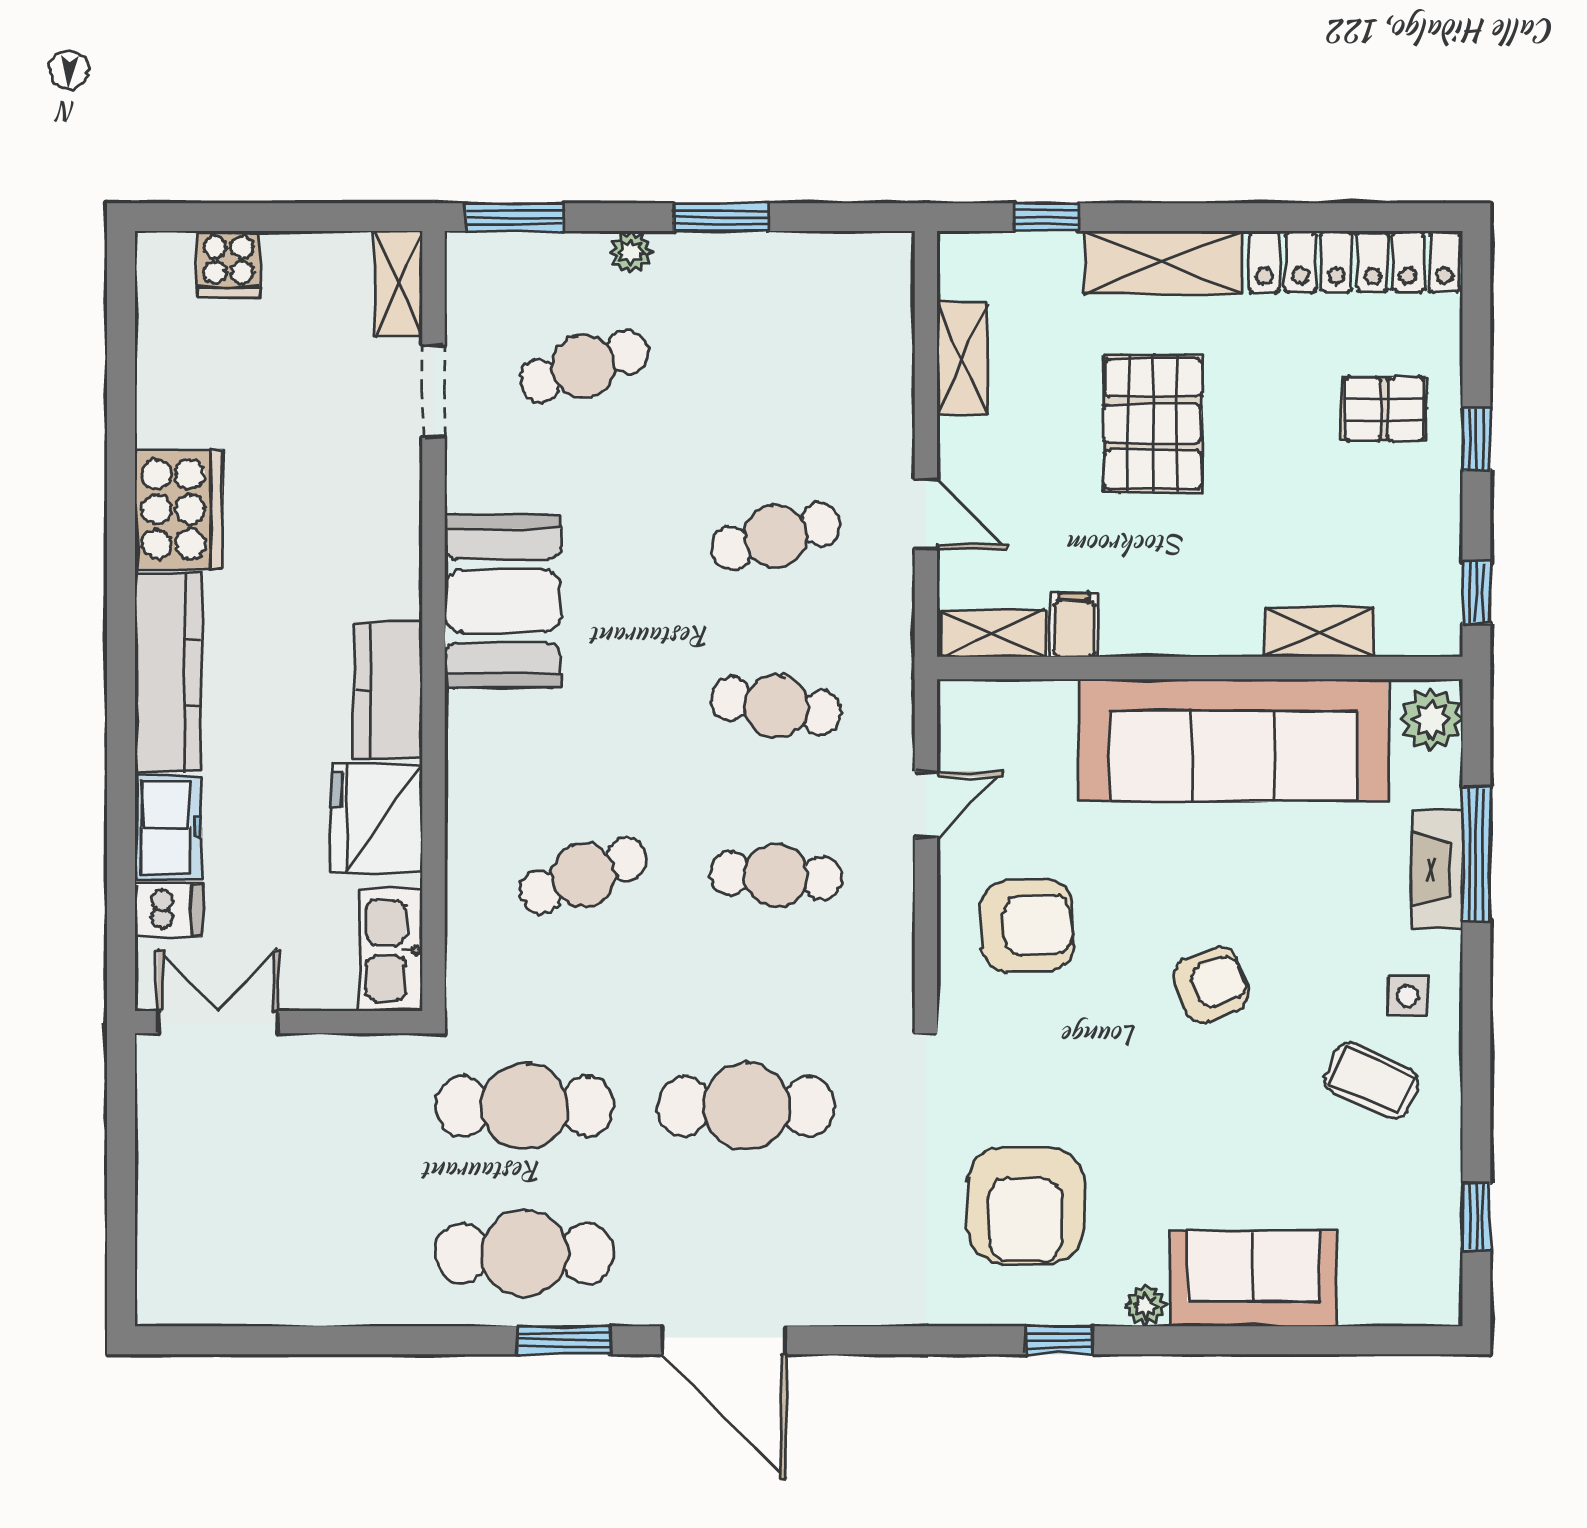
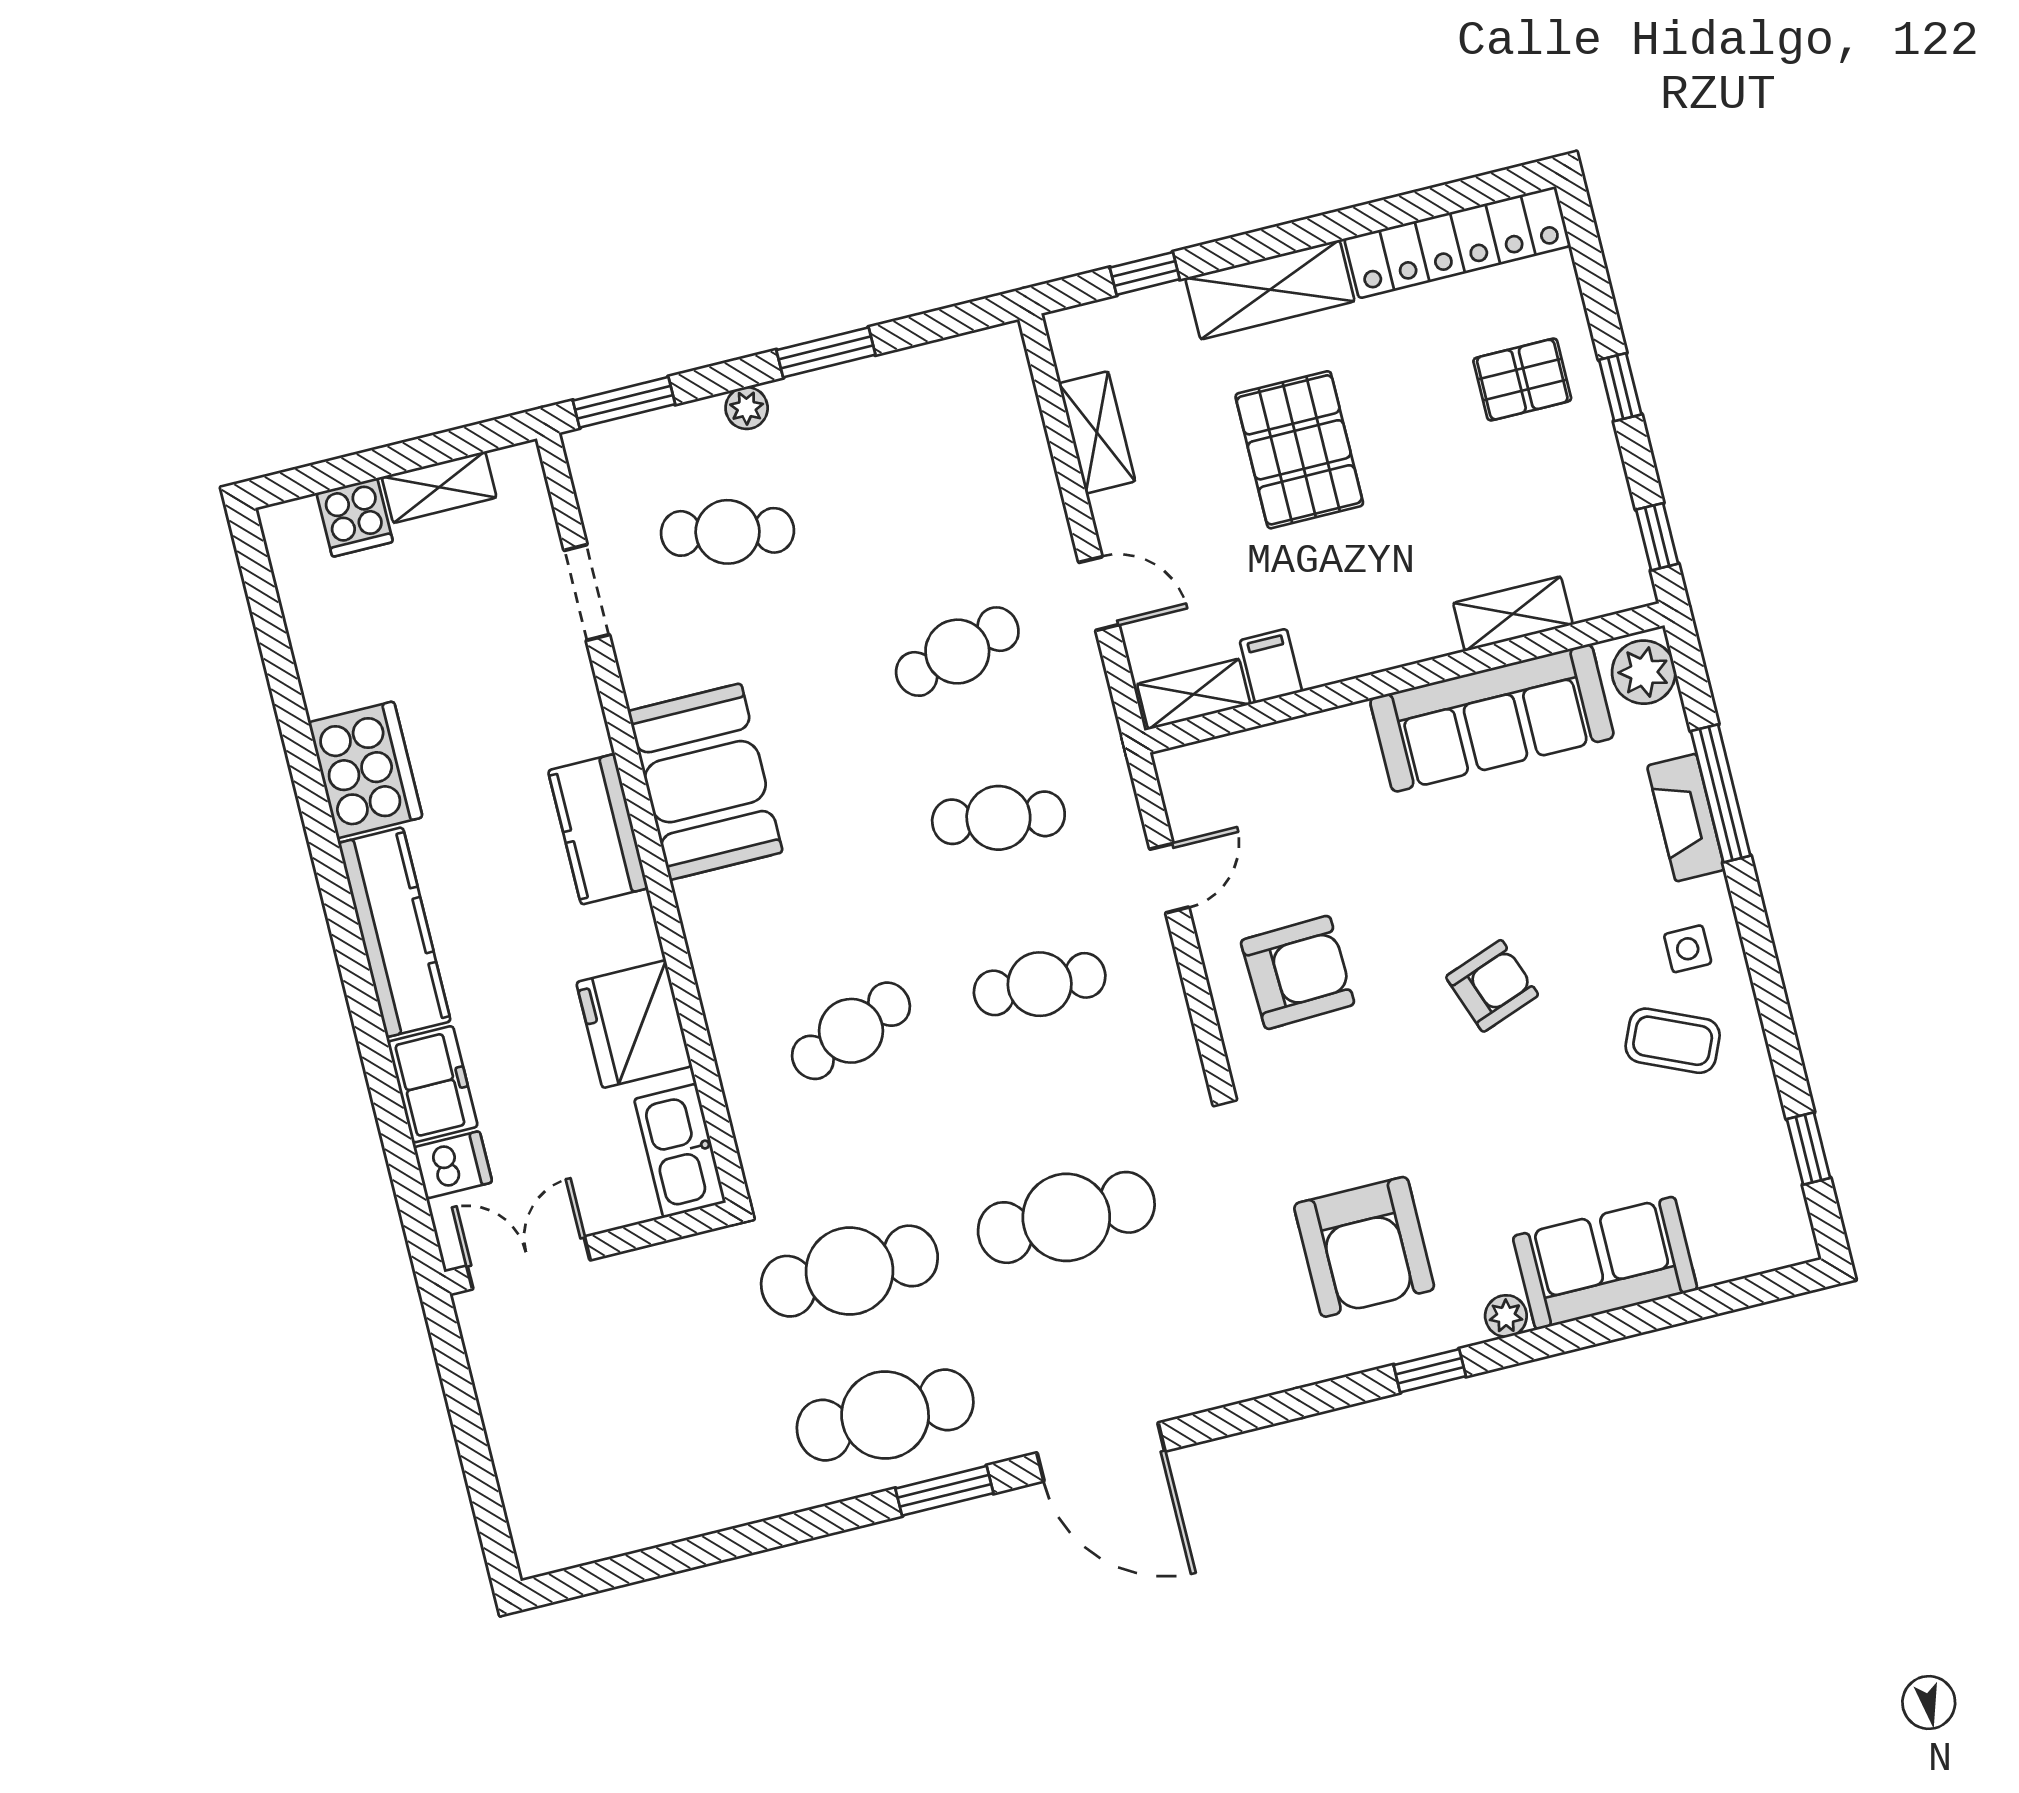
shelving: (399, 284) -> (439, 487), moved, turned 90
cafe table: (583, 366) -> (728, 532), turned 30
kitchen counter: (388, 690) -> (598, 829), moved
sofa: (1233, 740) -> (1492, 718), width x0.74, depth x0.79

